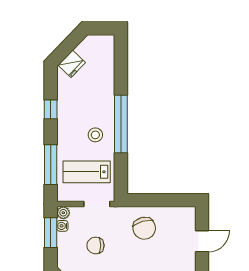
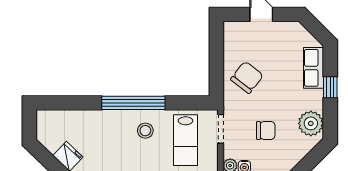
chair: (144, 228) -> (247, 77), turned -36
chair: (95, 245) -> (266, 130), turned -90

